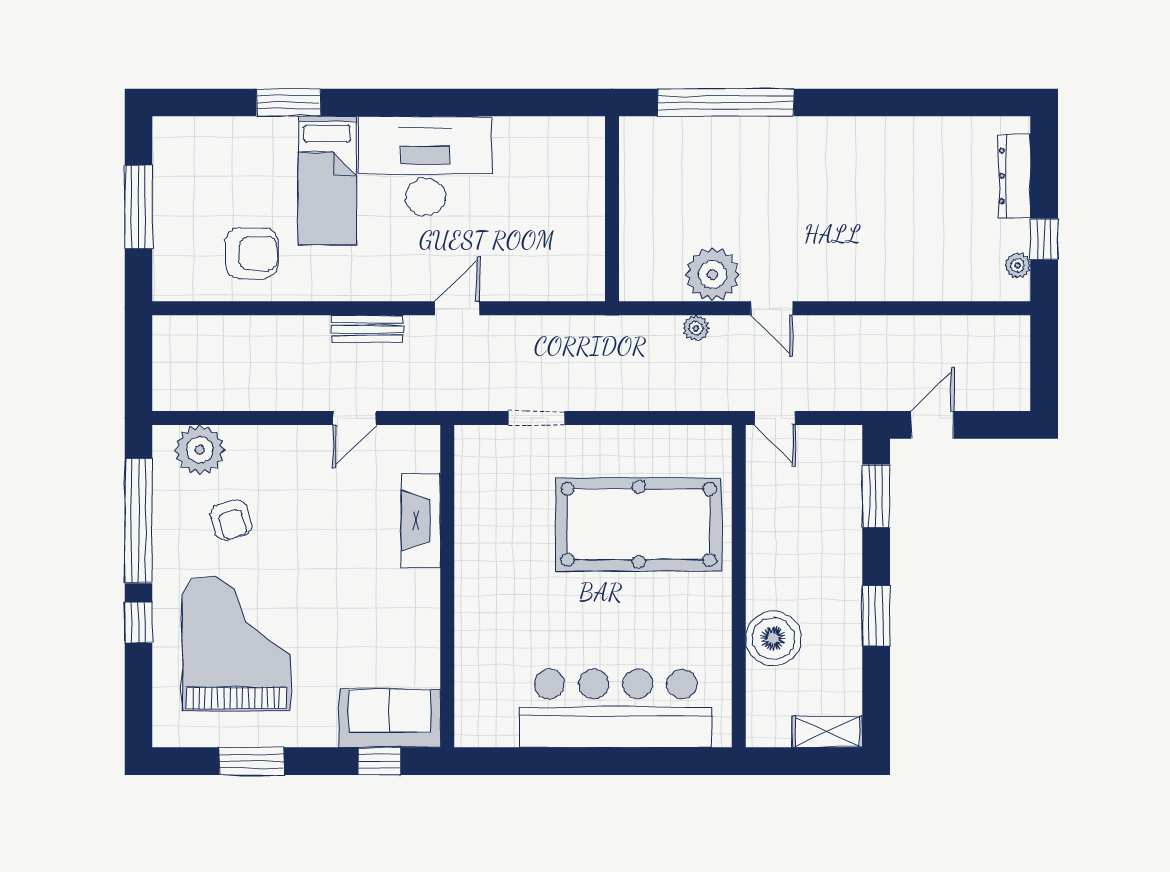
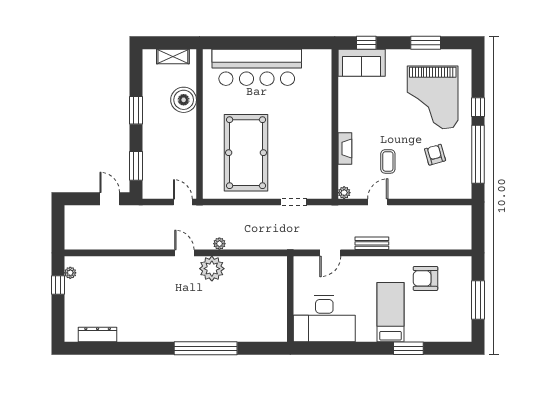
desk: (425, 166) -> (324, 319), moved
dresser: (1014, 176) -> (98, 334), moved, turned -90
wall: (612, 209) -> (290, 299), moved
door: (932, 425) -> (110, 199), swing flipped
plant: (200, 450) -> (344, 193), moved, width x0.53, depth x0.53
coffee table: (333, 505) -> (388, 161), added
fireplace: (421, 521) -> (345, 149), width x0.73, depth x0.76
pool table: (639, 524) -> (246, 153), turned 90
shelving: (827, 732) -> (173, 57), moved

